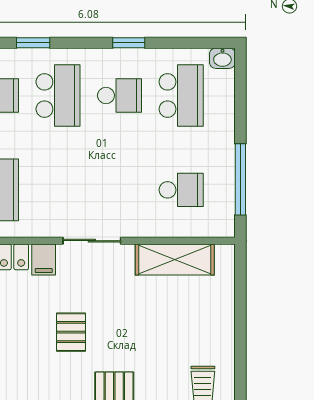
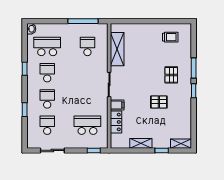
school desk: (58, 95) -> (47, 99), width x0.54
pallet: (71, 332) -> (159, 102), moved

